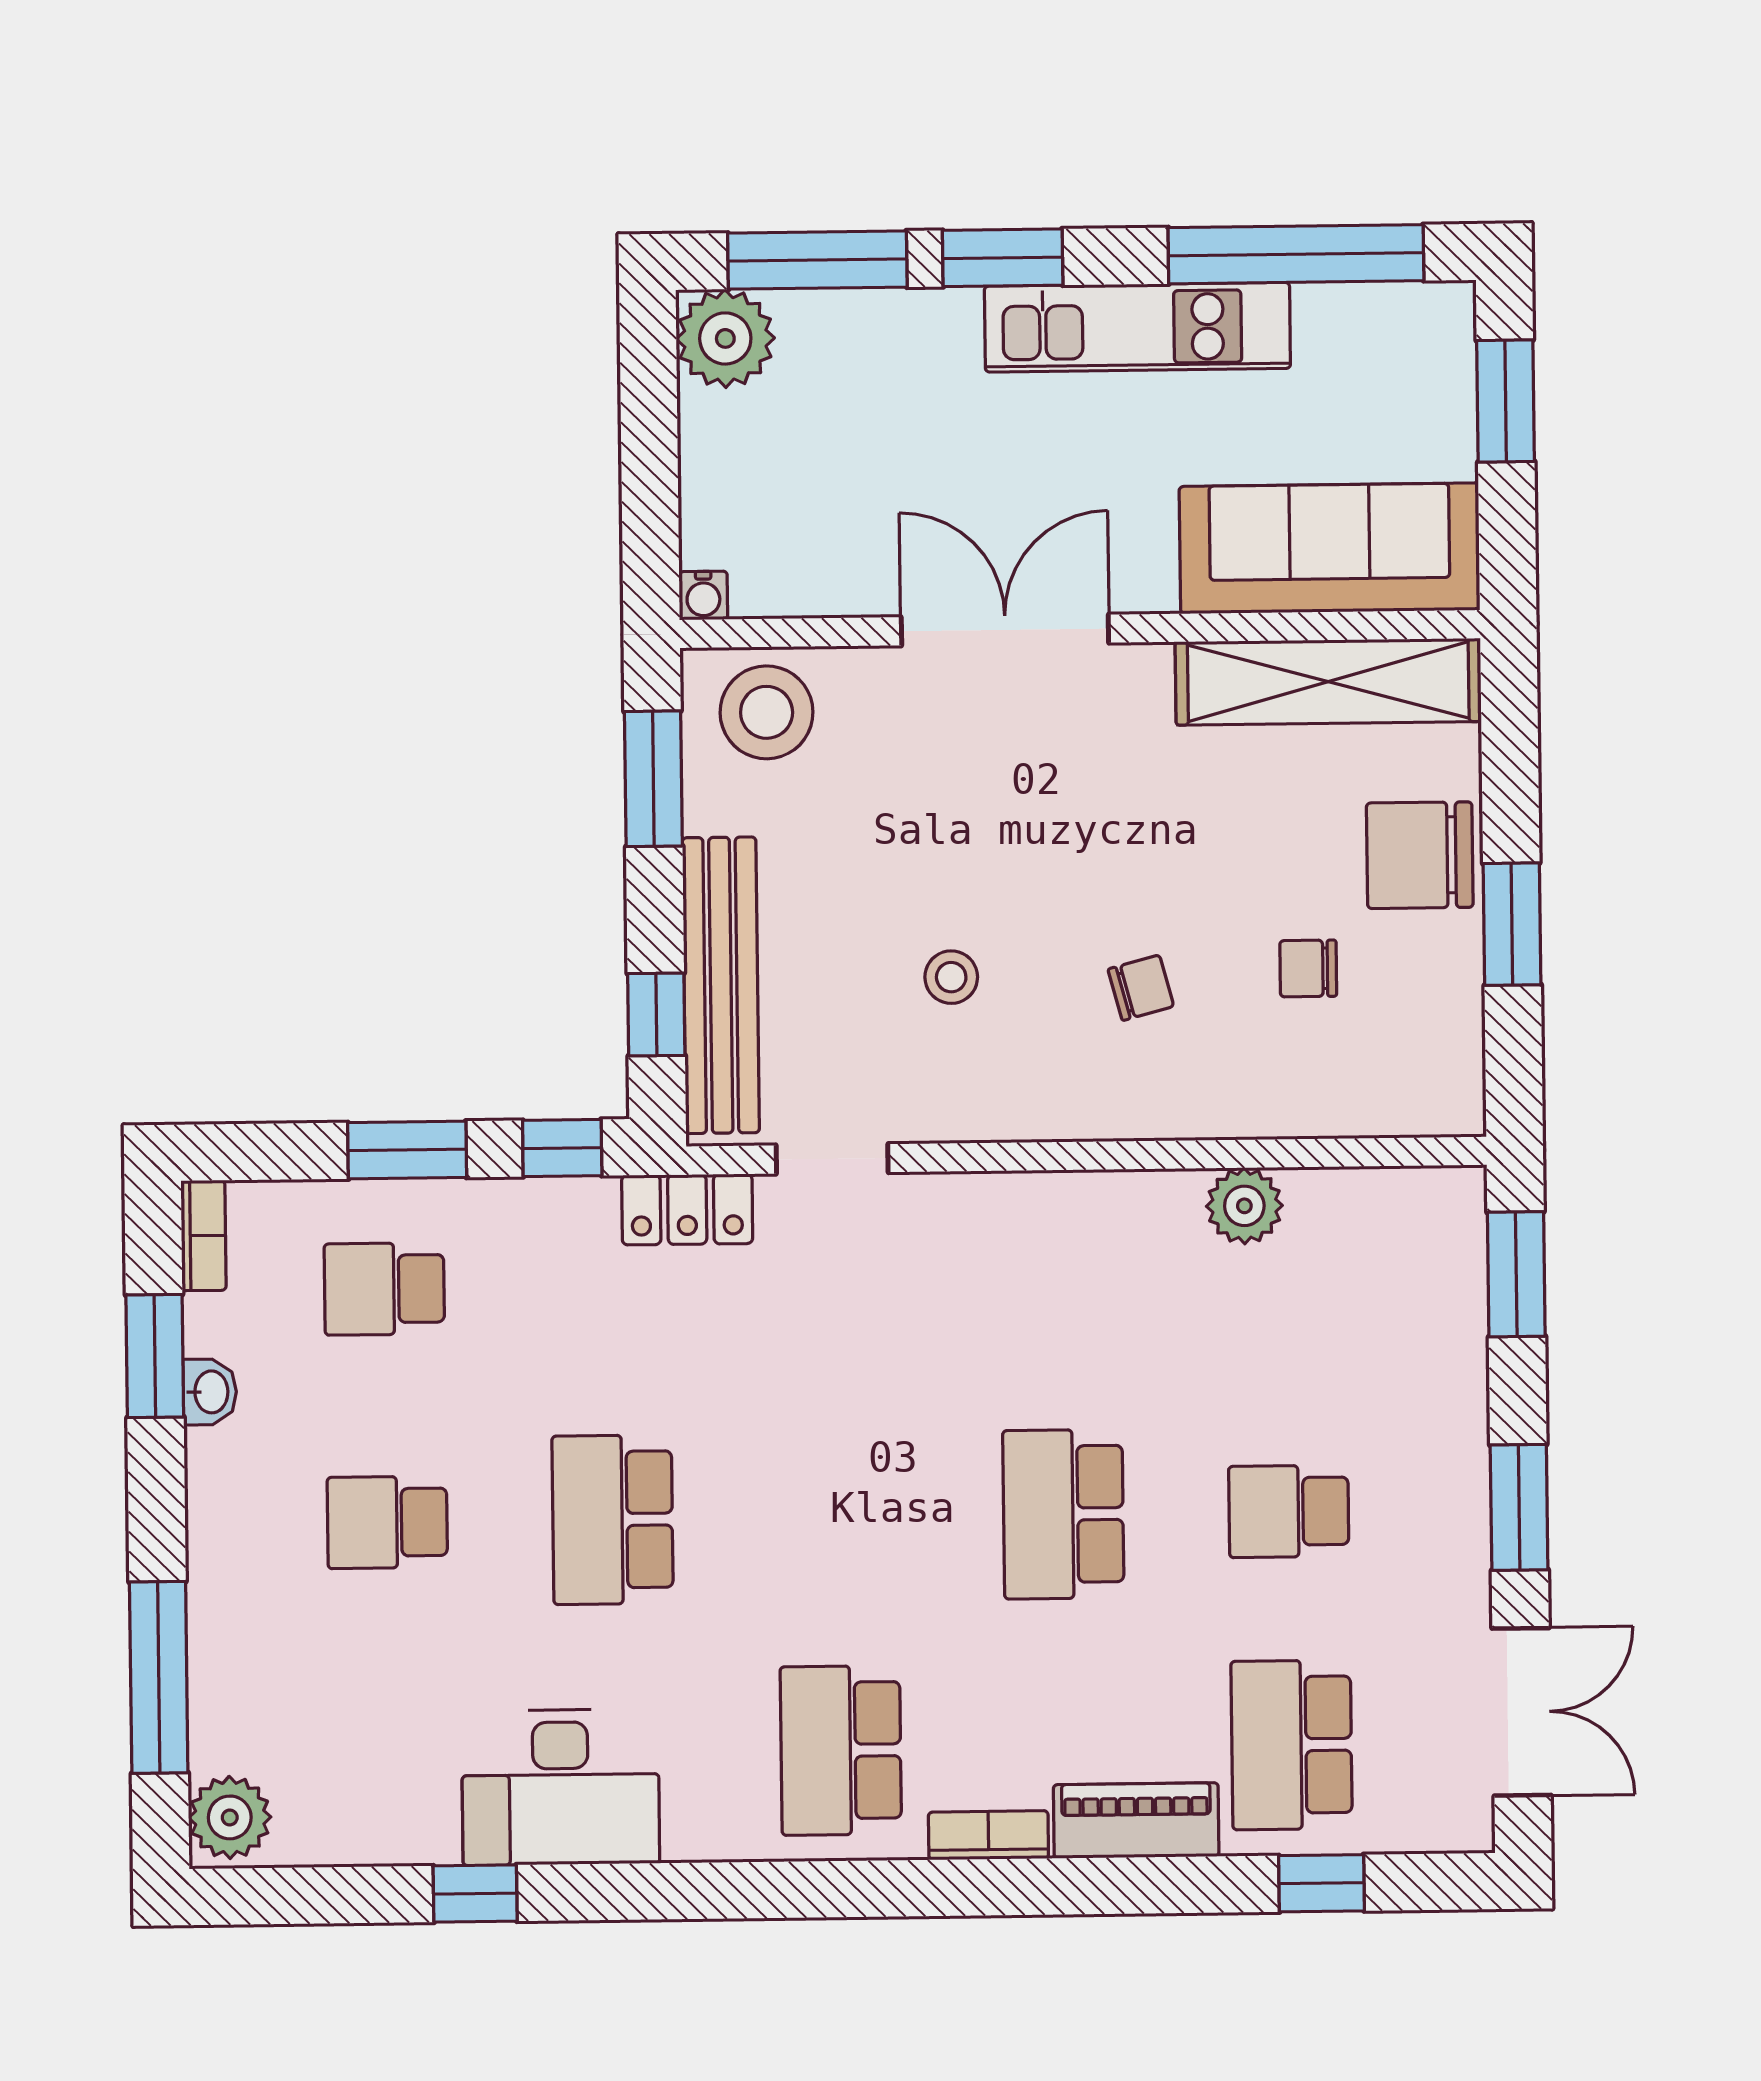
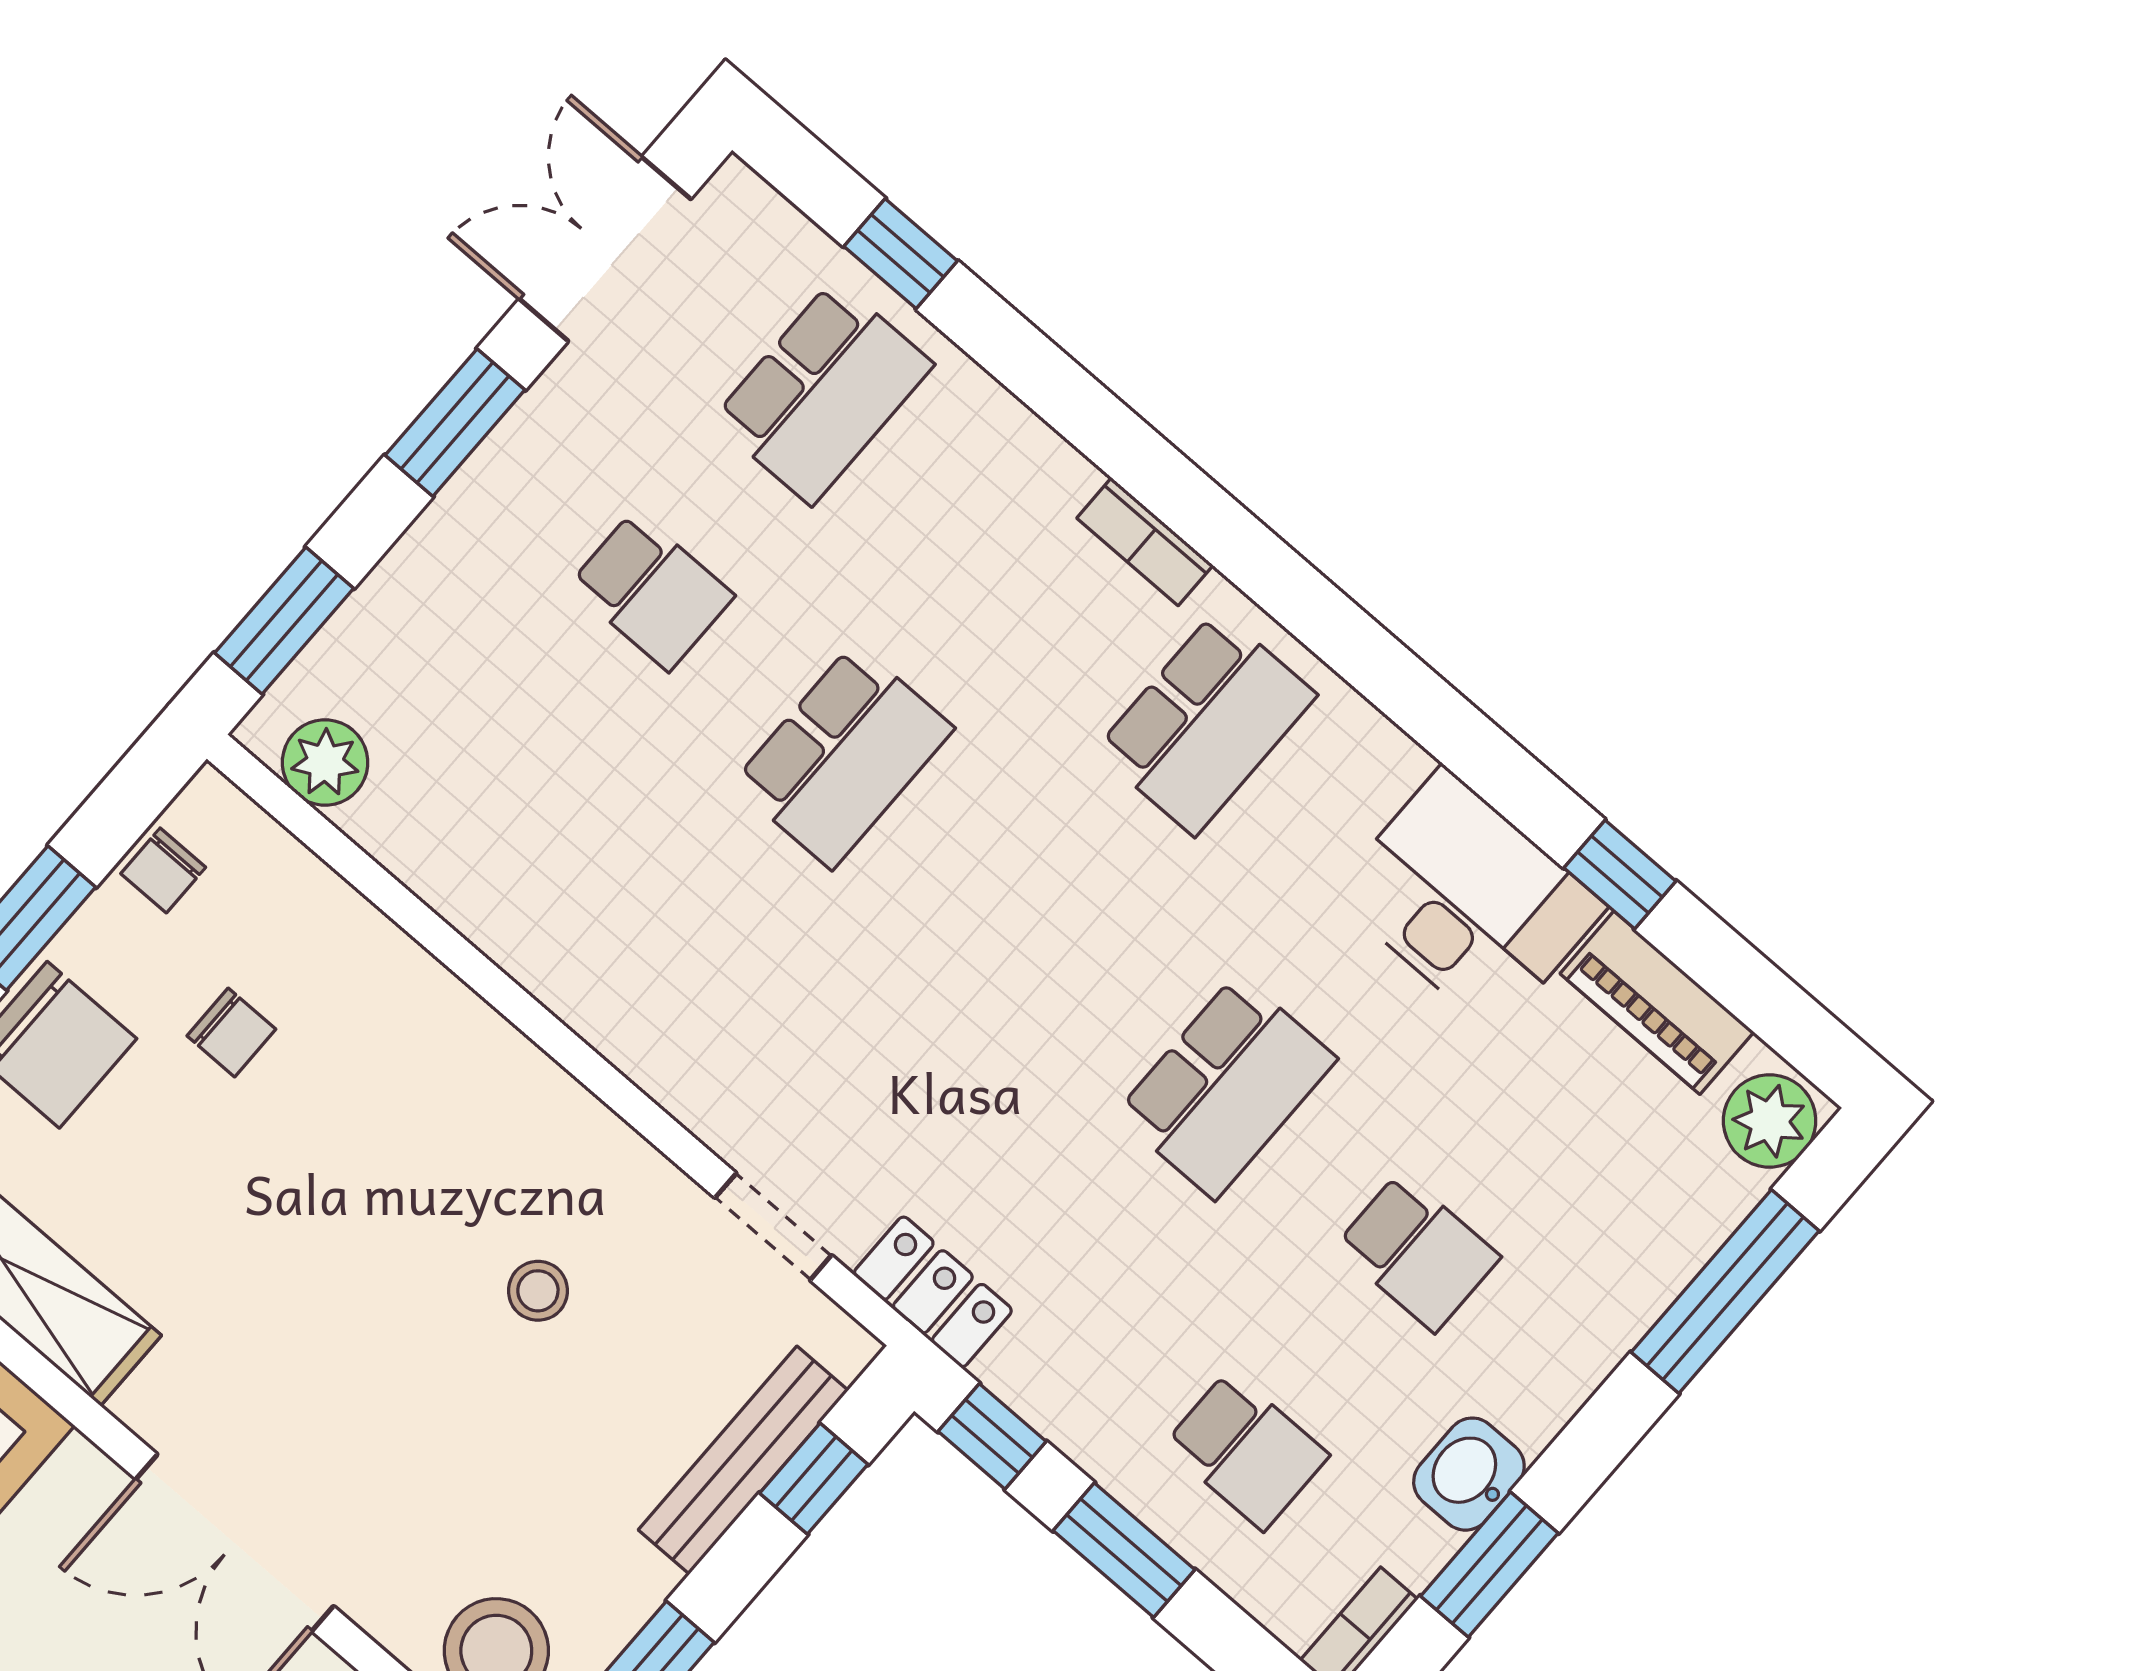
bench: (721, 985) -> (743, 1460), width x0.73, depth x0.82
chair: (1141, 988) -> (163, 870), moved, turned -75
plant: (1244, 1206) -> (325, 762), moved
washbasin: (210, 1392) -> (1469, 1474), width x1.38, depth x1.45
piano: (1136, 1821) -> (1657, 1003), moved

